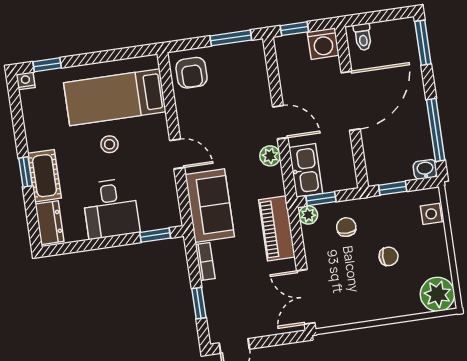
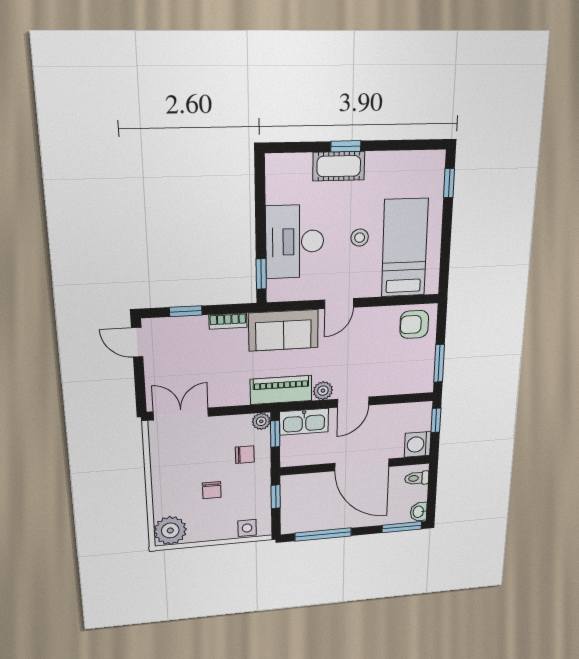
nightstand: (26, 81) -> (438, 159), removed
washbasin: (425, 169) -> (419, 512), moved, turned 180
desk: (111, 209) -> (295, 242), width x1.37
dresser: (50, 223) -> (289, 165), removed
piano: (277, 228) -> (281, 390), moved

